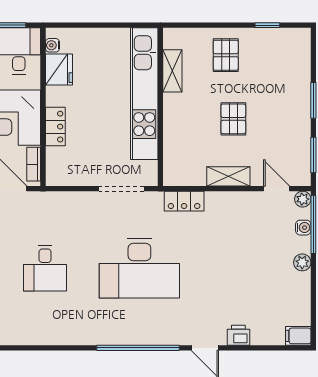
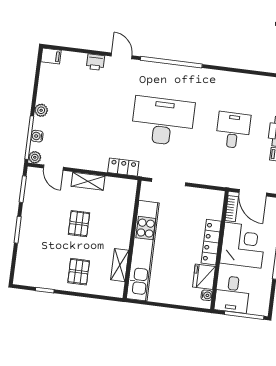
locker: (55, 127) -> (211, 242), width x1.53

